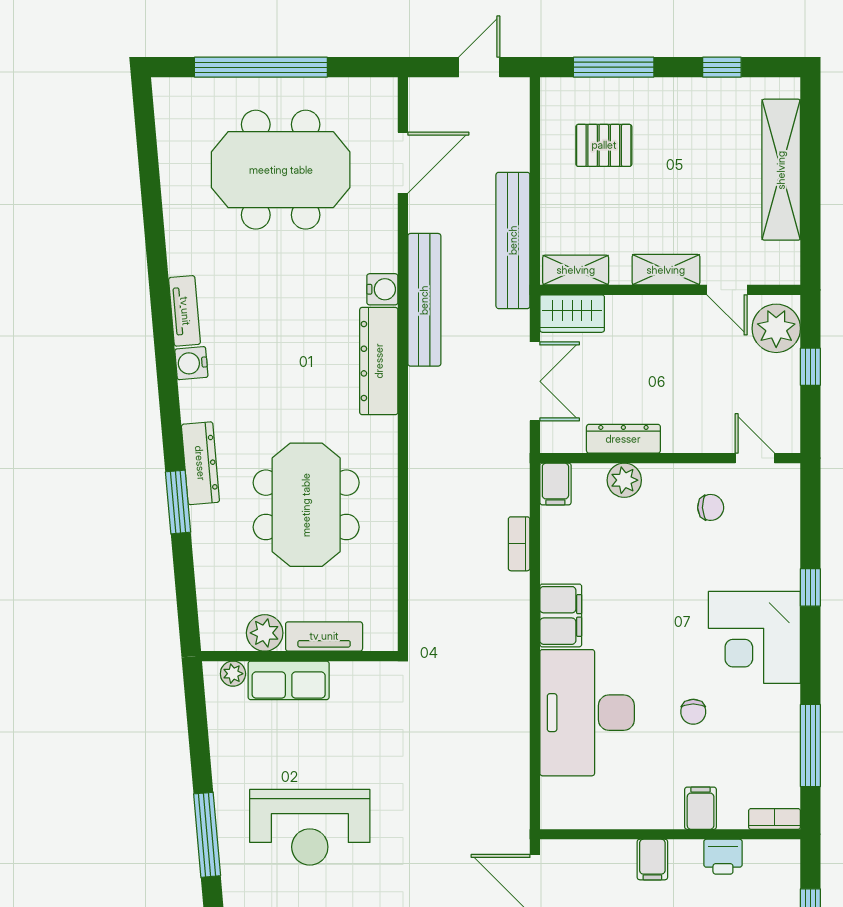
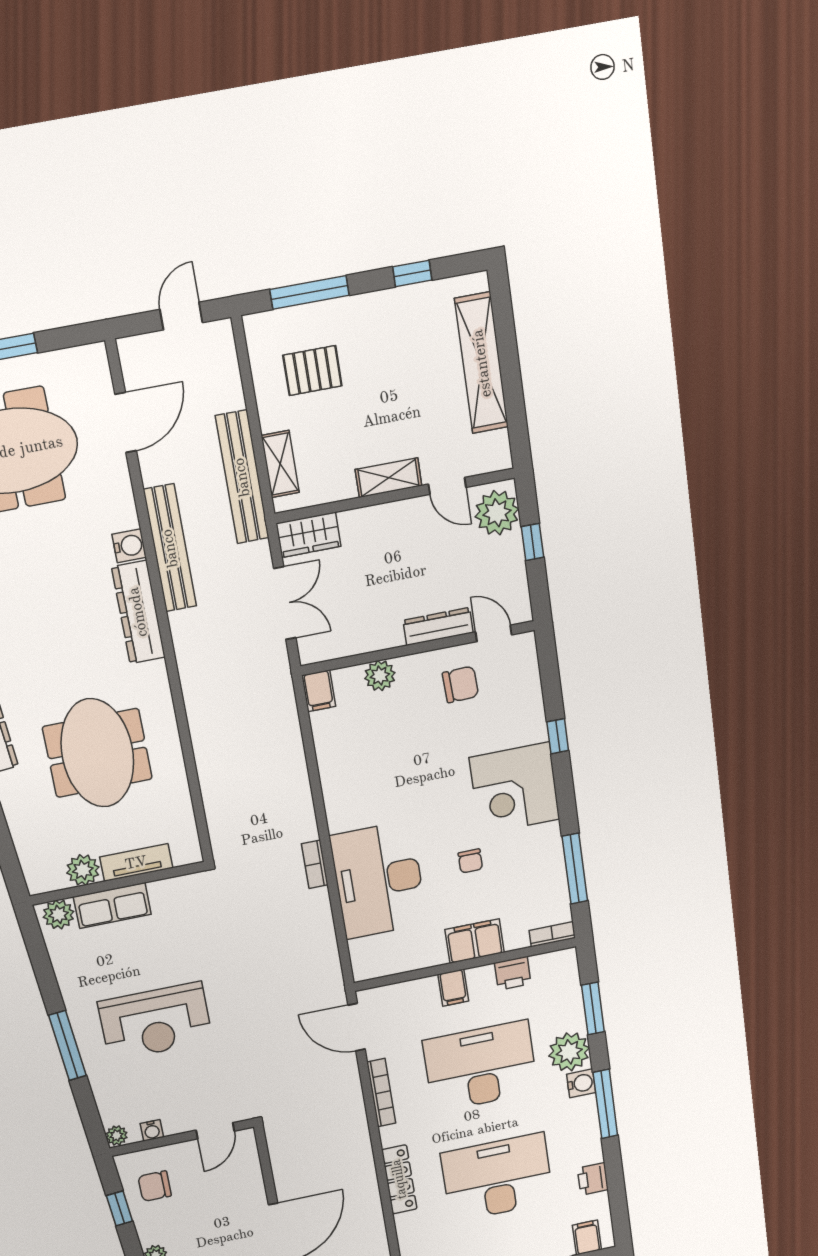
shelving: (576, 270) -> (280, 464), moved, turned 90
dresser: (623, 439) -> (438, 627), moved
chair: (711, 507) -> (460, 684), width x1.37, depth x1.37
bookcase: (519, 544) -> (315, 864), moved
filing cabinet: (561, 615) -> (342, 803), removed
plant: (233, 674) -> (59, 914), width x1.38, depth x1.38
filing cabinet: (701, 808) -> (475, 941), width x2.00

